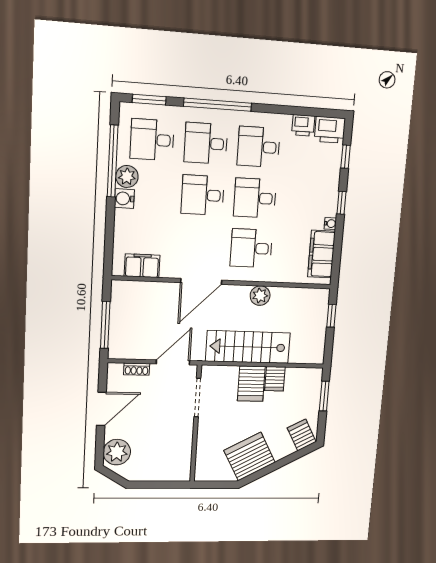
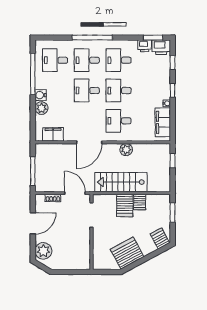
window: (149, 100) -> (153, 38), moved
plant: (127, 176) -> (41, 108), moved
door: (173, 362) -> (75, 193), hinge flipped

